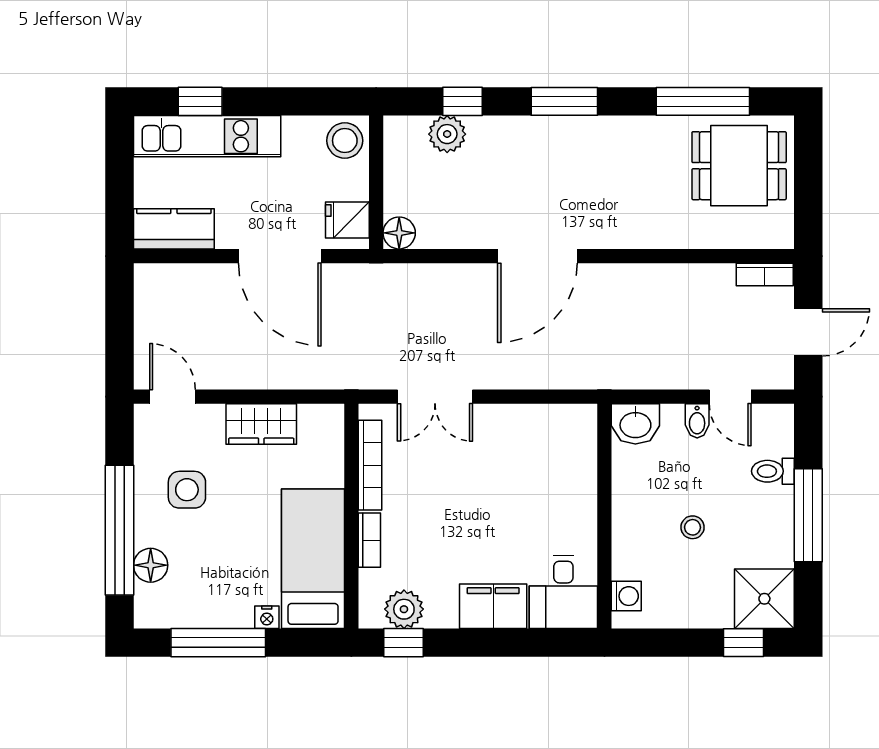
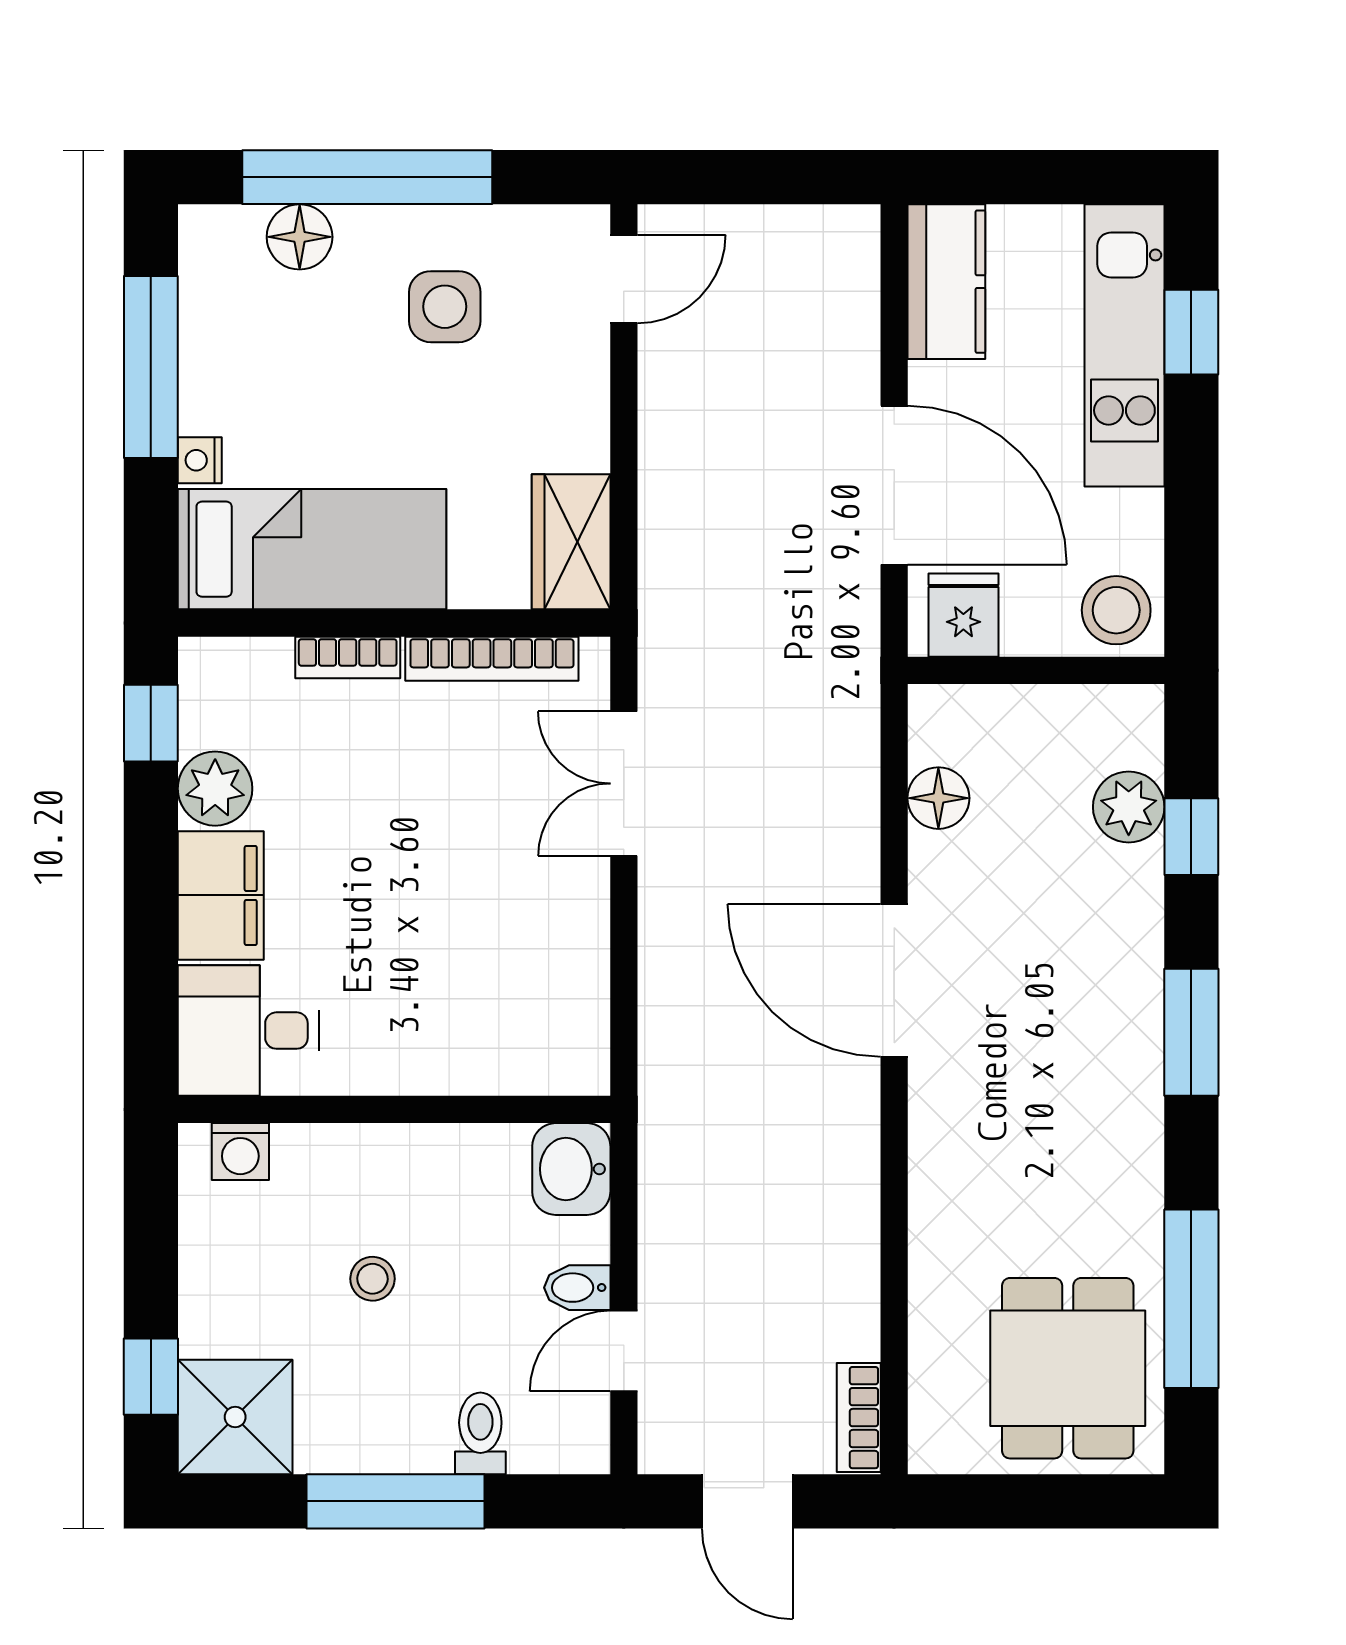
floor lamp: (399, 233) -> (938, 798), moved
door: (280, 256) -> (894, 485), swing flipped
wardrobe: (261, 424) -> (571, 542), moved
plant: (404, 609) -> (215, 789), moved

